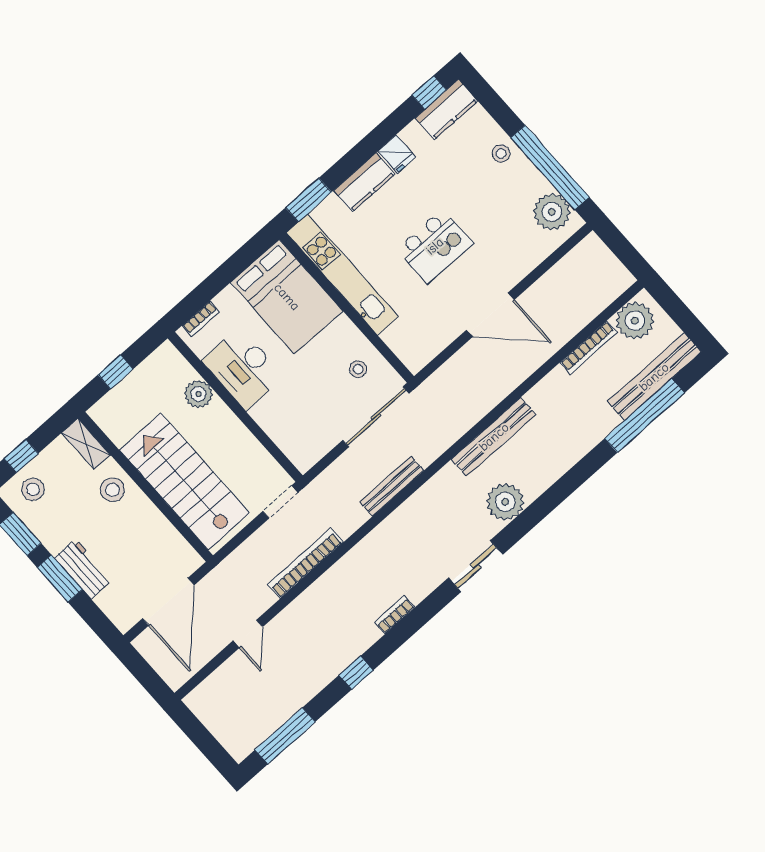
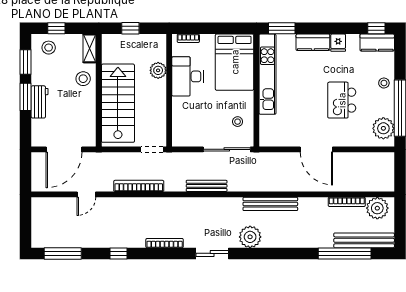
kitchen island: (435, 246) -> (342, 100), moved, turned 90
bookcase: (395, 615) -> (165, 243), width x1.56

